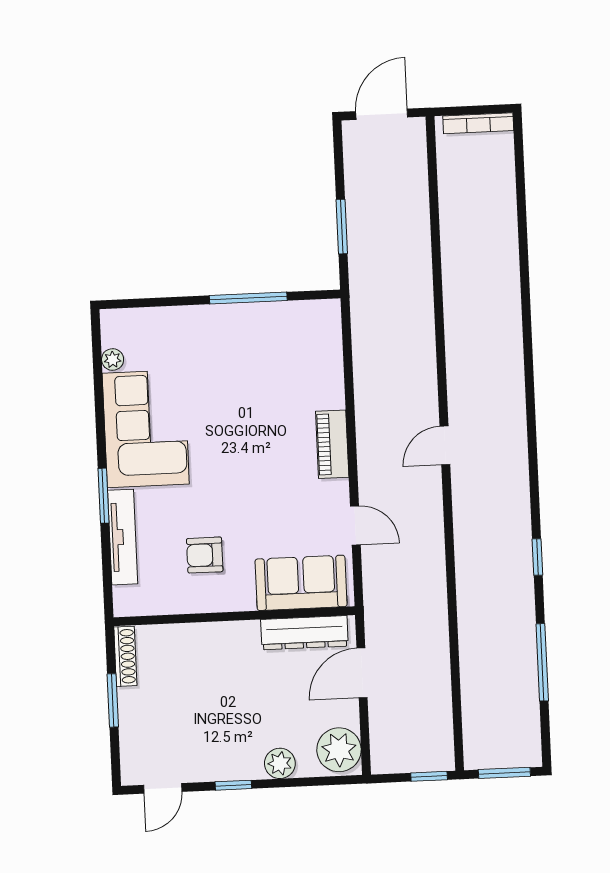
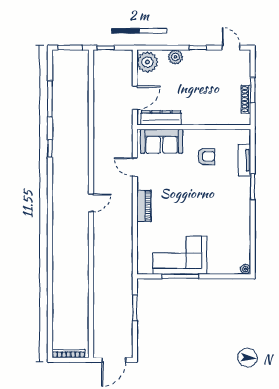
plant: (113, 360) -> (245, 269), moved
corner sofa: (146, 429) -> (180, 255), moved, turned 90
tv unit: (123, 537) -> (245, 160), width x0.71
shoe rack: (125, 656) -> (246, 99), moved
door: (163, 788) -> (231, 48), hinge flipped

